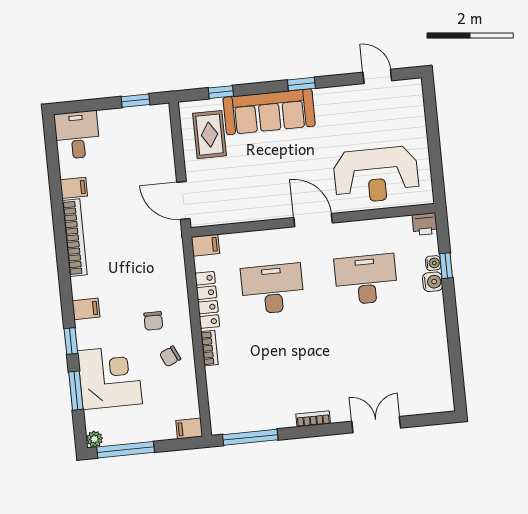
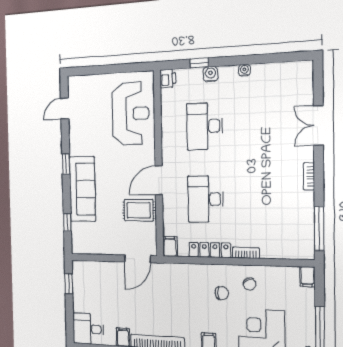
rug: (209, 135) -> (139, 210), moved
door: (313, 220) -> (159, 180), moved
water cooler: (433, 263) -> (244, 70), moved

